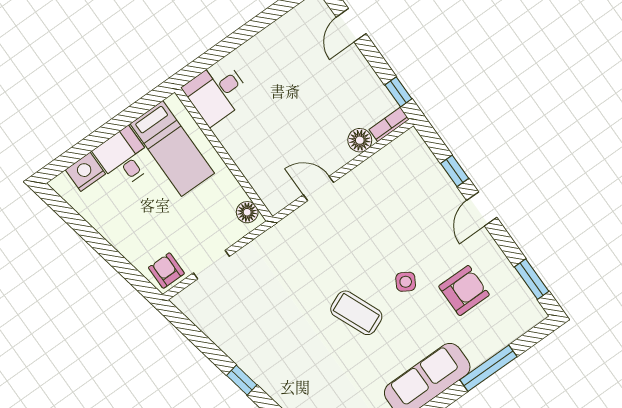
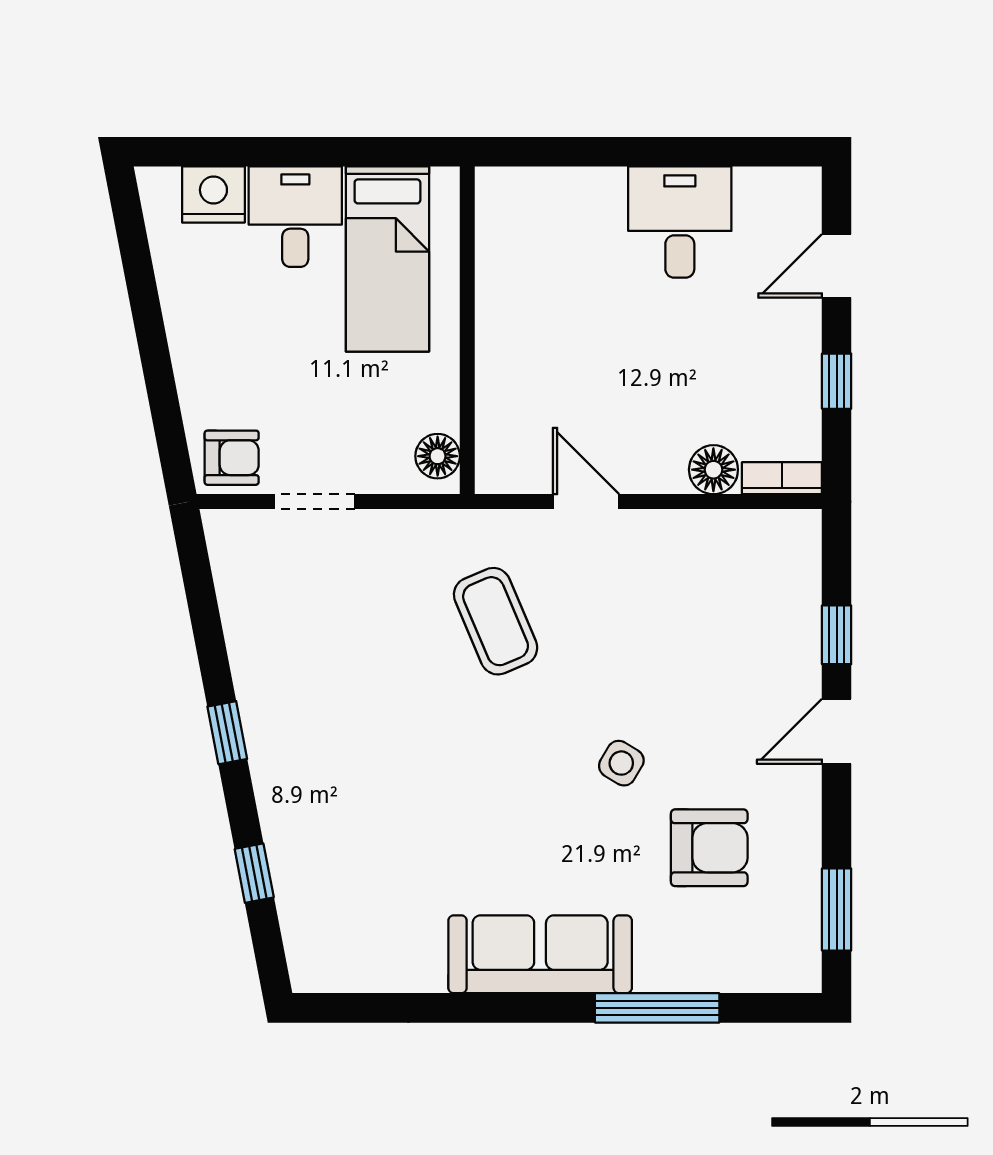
desk: (217, 92) -> (680, 222), moved, turned 90
window: (398, 92) -> (837, 381), moved
armchair: (166, 271) -> (232, 458), turned 90
coffee table: (356, 313) -> (496, 621), moved

